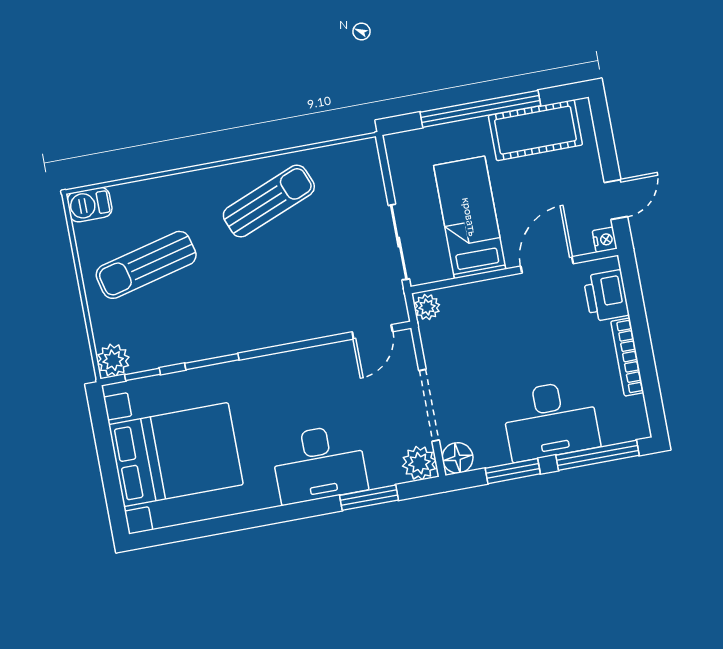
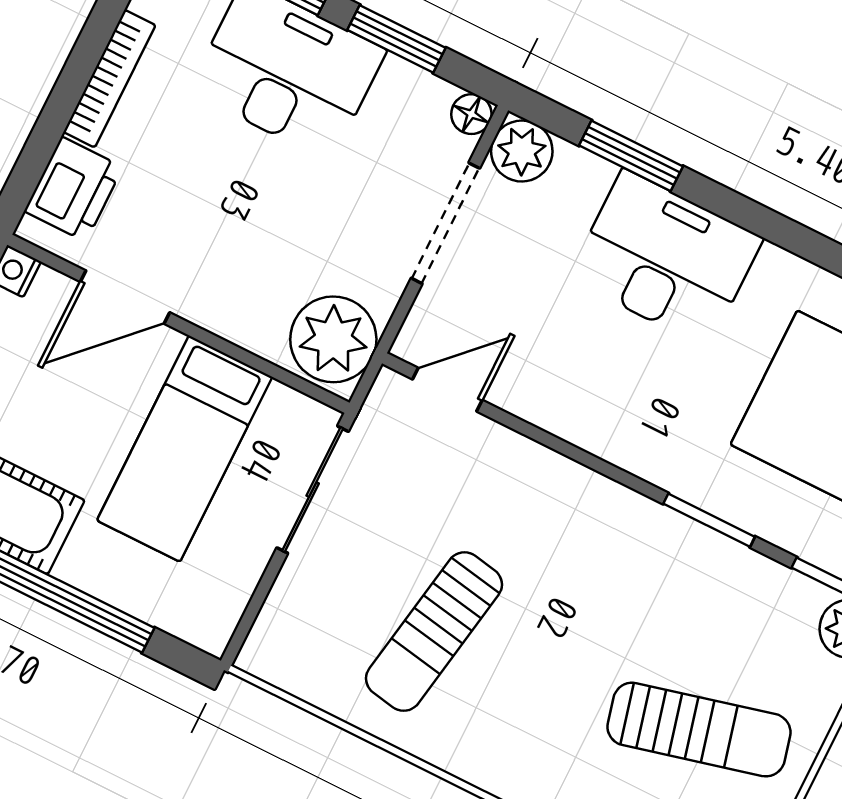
sun lounger: (269, 201) -> (434, 632), moved, turned -58
plant: (427, 307) -> (333, 339), width x1.88, depth x1.88
floor lamp: (457, 458) -> (471, 114), width x0.73, depth x0.73

